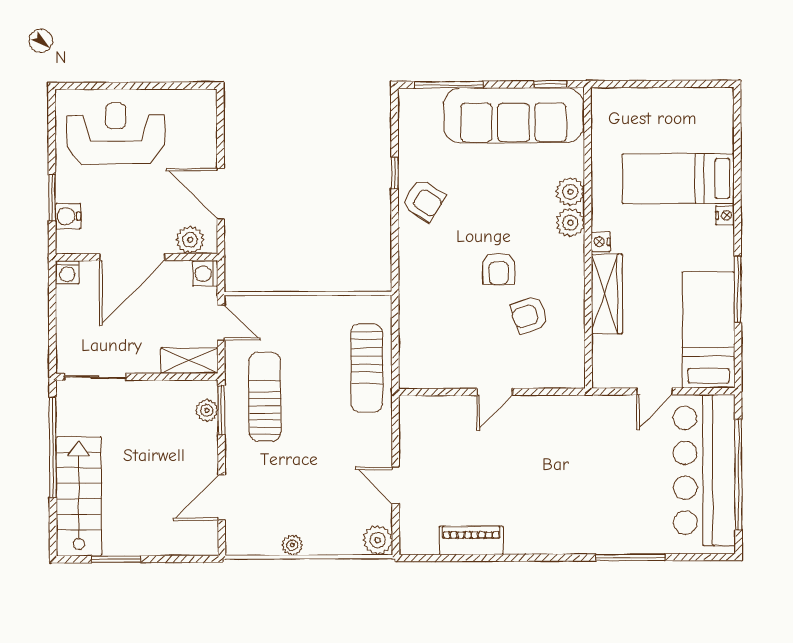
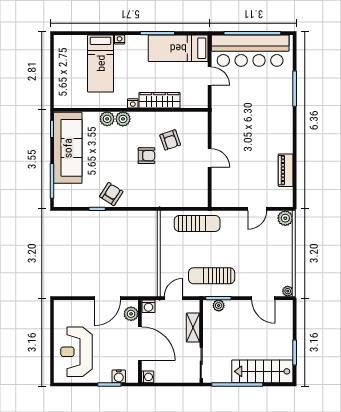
shelving: (189, 361) -> (193, 328), moved
plant: (292, 545) -> (288, 291), moved

